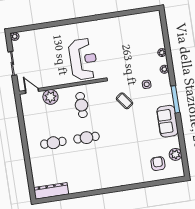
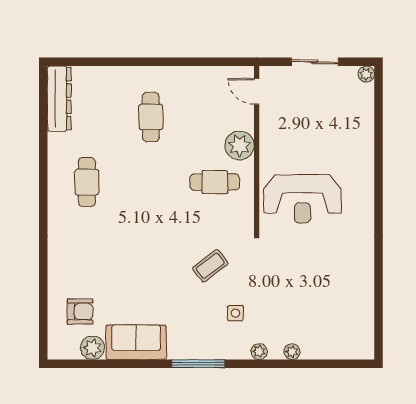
door: (32, 91) -> (257, 91), swing flipped
plant: (50, 97) -> (240, 145), moved
sofa: (167, 121) -> (136, 342), moved
cafe table: (86, 138) -> (87, 182), moved

